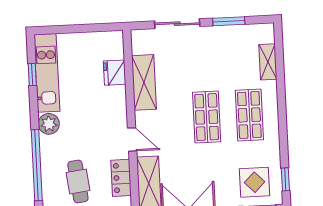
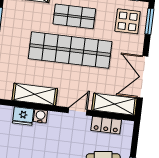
water cooler: (118, 94) -> (40, 116), added
shop shelf: (207, 117) -> (70, 50), width x2.00, depth x1.36

